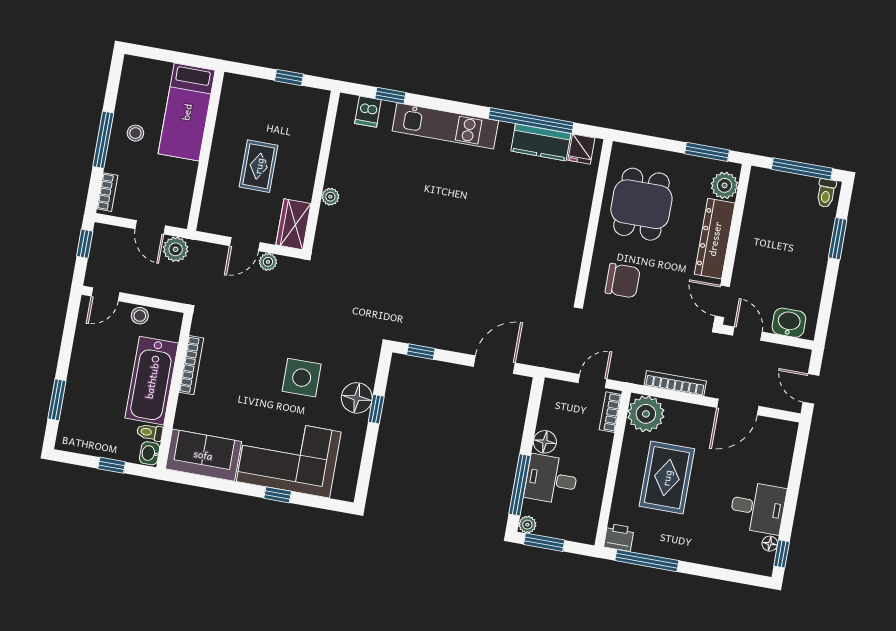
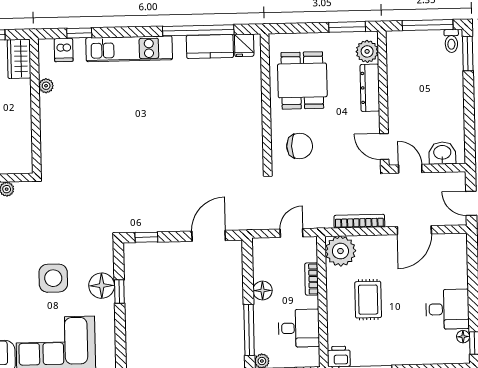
plant: (330, 197) -> (46, 86), moved
wardrobe: (293, 224) -> (19, 59), moved
dresser: (715, 239) -> (370, 88), width x0.73, depth x0.80
window: (838, 239) -> (468, 54), moved
bookcase: (610, 412) -> (312, 279), moved
rug: (667, 478) -> (368, 300), width x0.73, depth x0.70
desk: (551, 479) -> (299, 328), moved, turned 180

